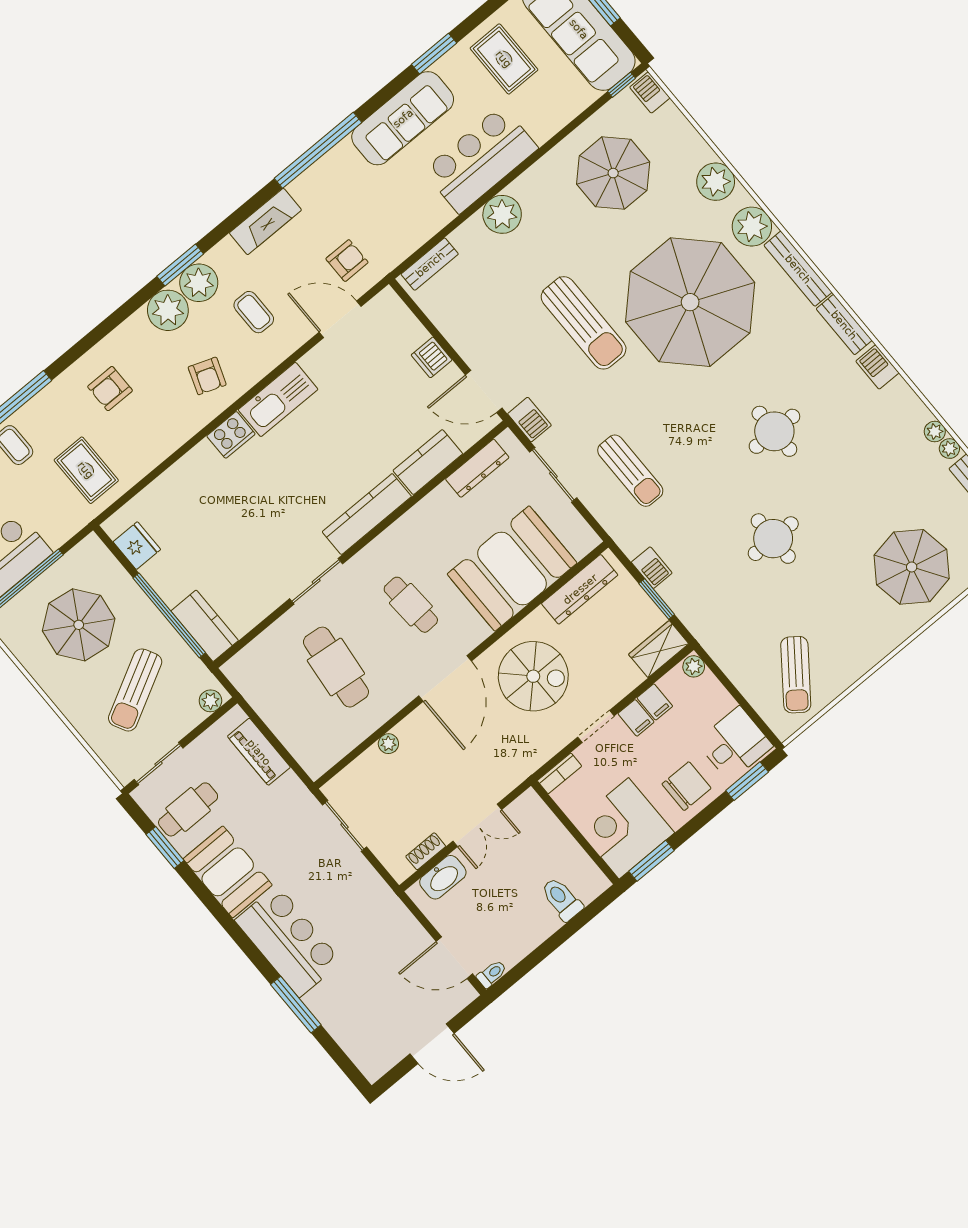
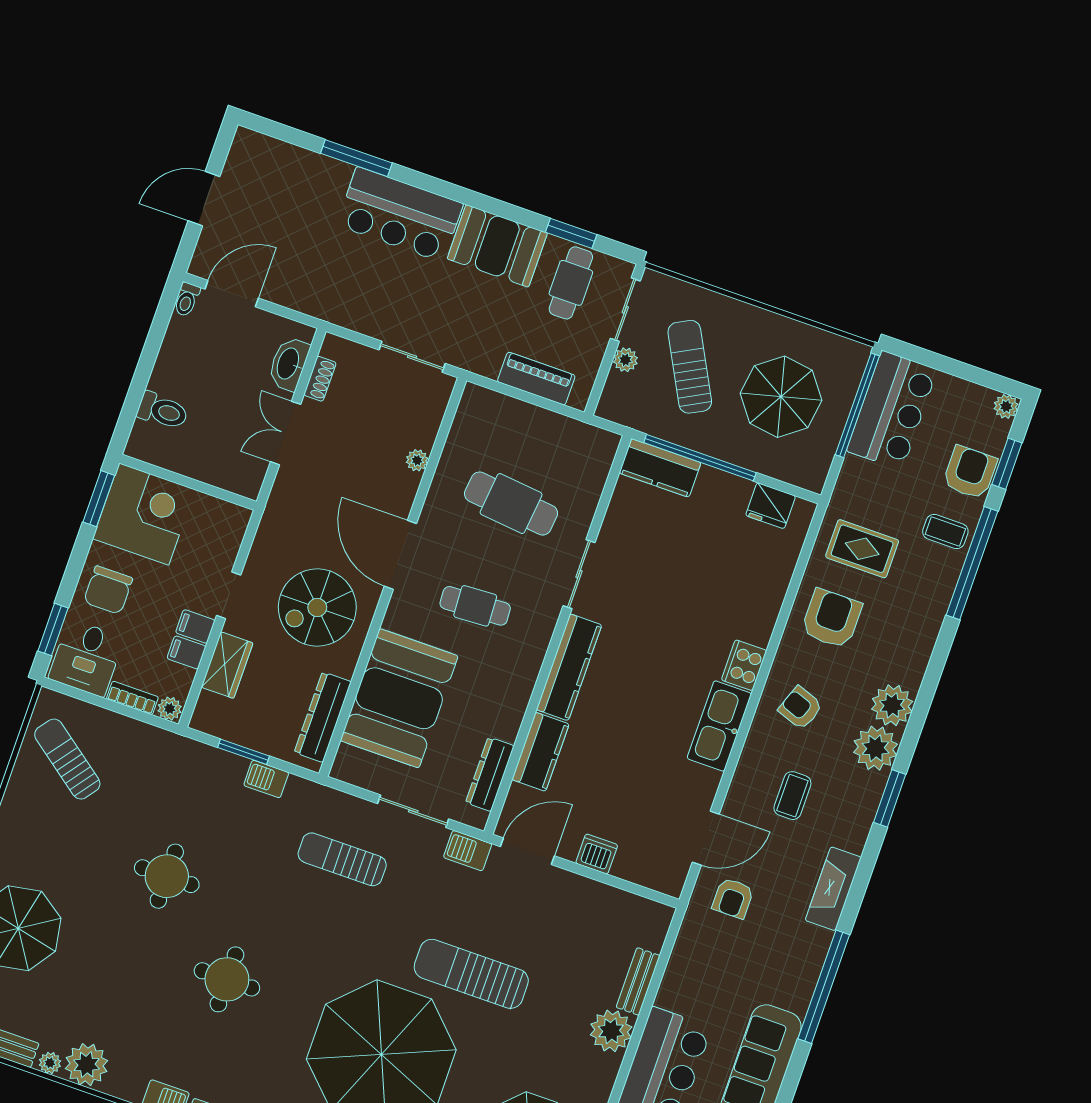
bench: (430, 264) -> (638, 981), moved
plant: (199, 283) -> (892, 705), moved
coffee table: (254, 312) -> (792, 796), turned 90
armchair: (110, 389) -> (832, 619), moved, width x1.38, depth x1.38
plant: (935, 432) -> (87, 1065), width x1.87, depth x1.87
wardrobe: (659, 649) -> (227, 665), moved
plant: (210, 701) -> (625, 360), moved
bookcase: (559, 773) -> (132, 698), moved, turned 90

